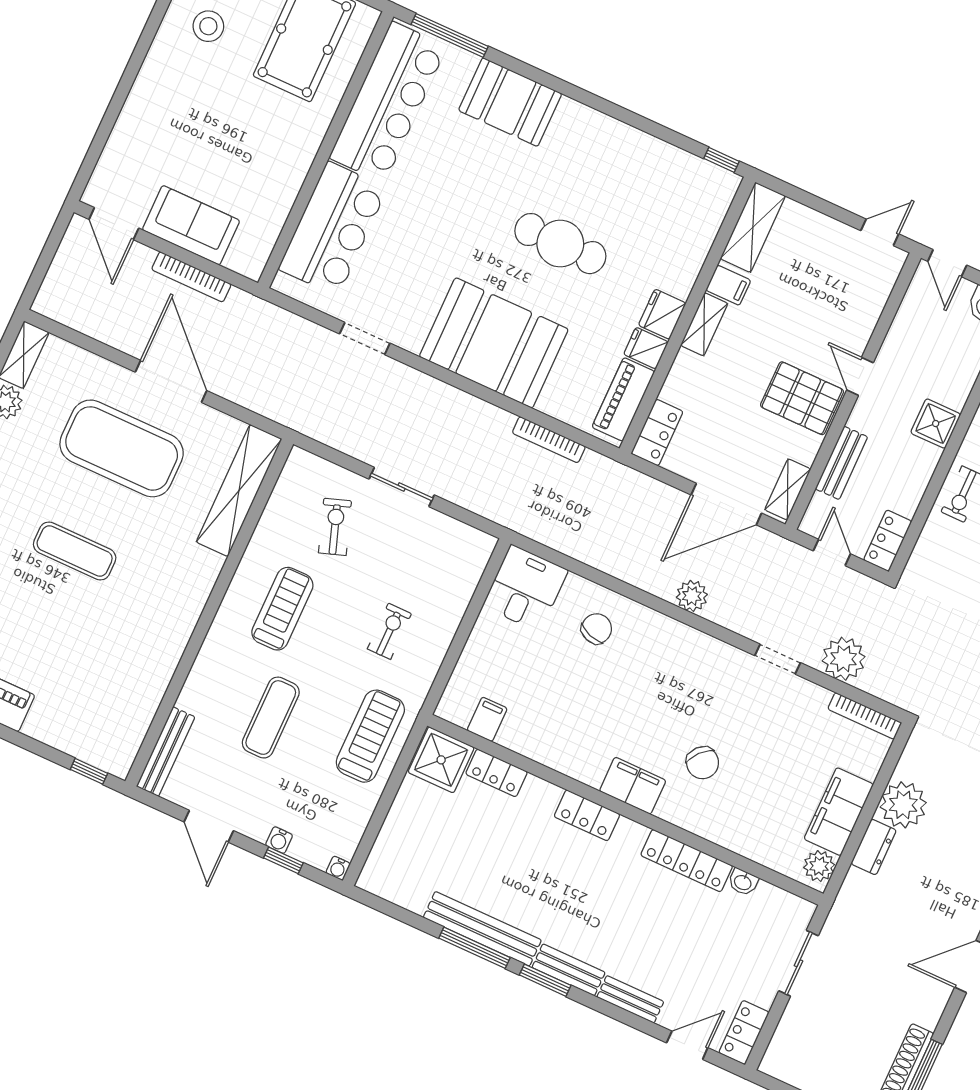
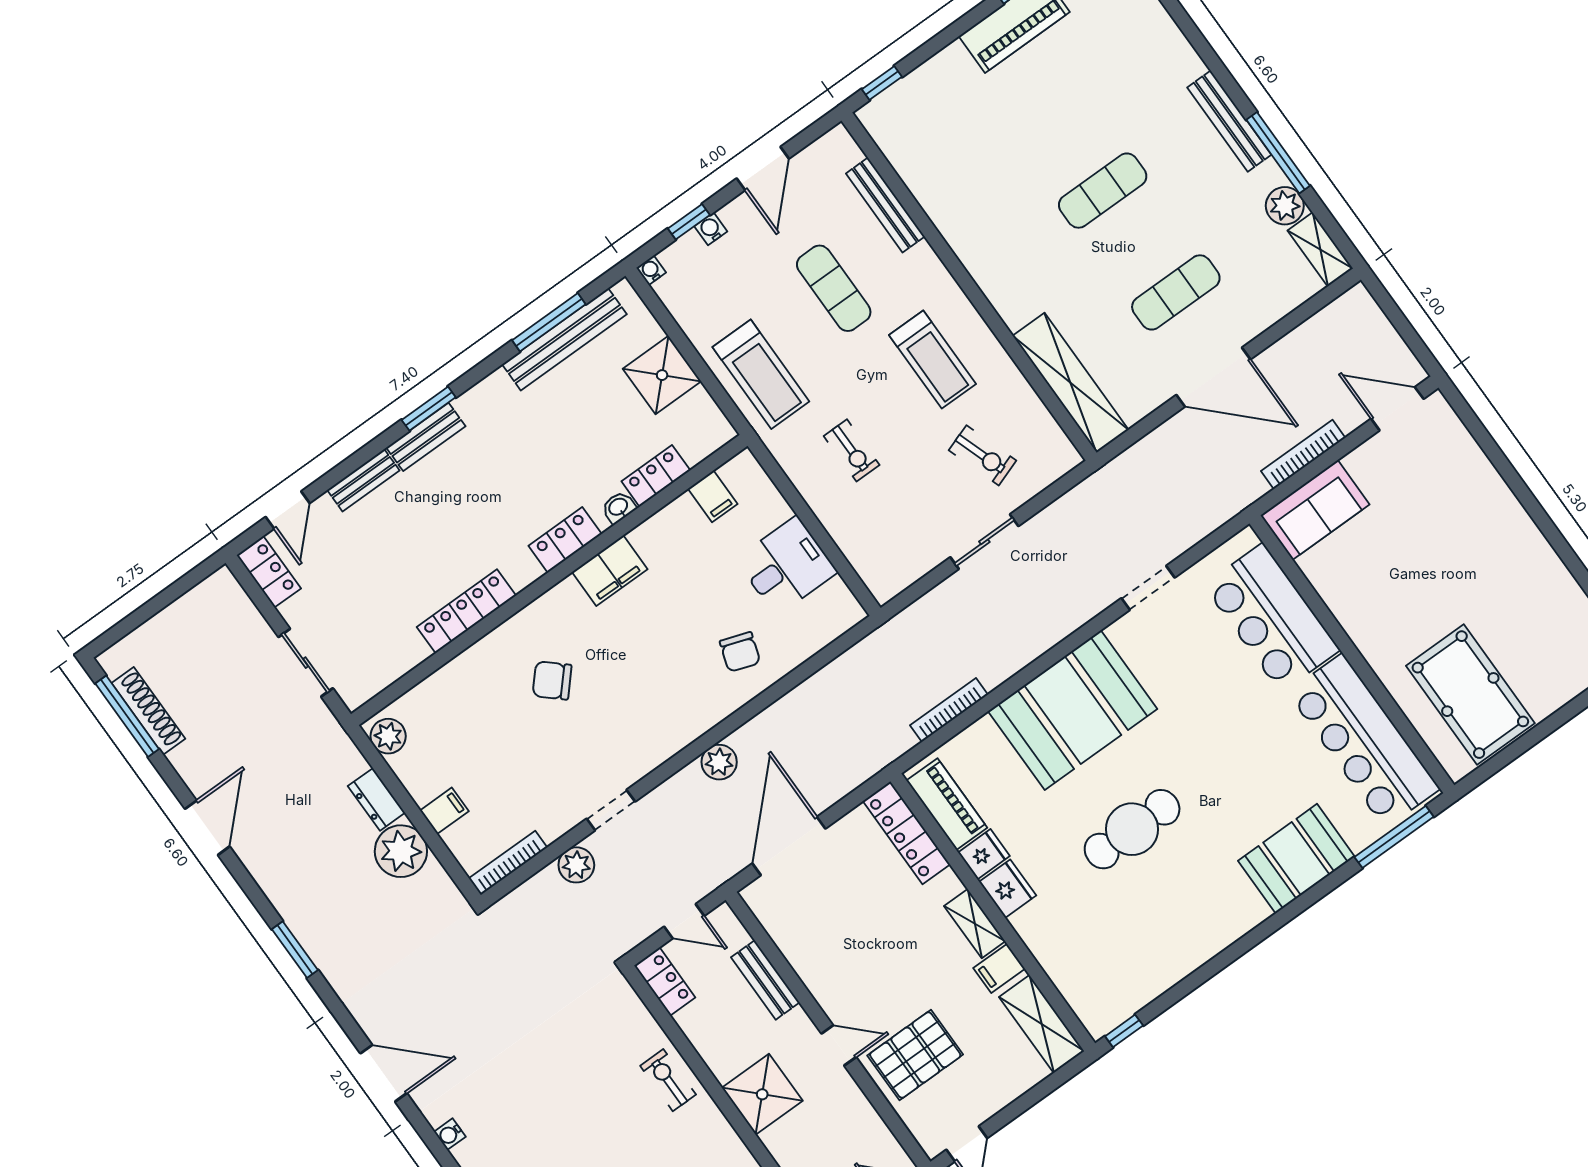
stool: (208, 26) -> (1536, 609), removed
sofa: (191, 225) -> (1315, 510), moved
pallet: (802, 398) -> (915, 1055), moved
shower: (936, 424) -> (762, 1094), width x1.36, depth x1.36
locker: (657, 433) -> (907, 833), width x1.53
exercise mat: (122, 448) -> (1176, 292), width x0.50, depth x0.69
shelving: (788, 489) -> (769, 913), removed
desk: (525, 588) -> (786, 566), moved, turned -90
plant: (844, 659) -> (576, 865), width x0.73, depth x0.73
bench: (166, 752) -> (885, 205), moved
shower: (441, 760) -> (662, 375), moved
filing cabinet: (633, 786) -> (610, 571), moved
filing cabinet: (839, 812) -> (444, 811), width x0.33, depth x0.86
door: (209, 826) -> (763, 169), swing flipped
washbasin: (743, 882) -> (619, 507), moved
bench: (482, 929) -> (564, 339), moved
window: (474, 948) -> (549, 322), moved

